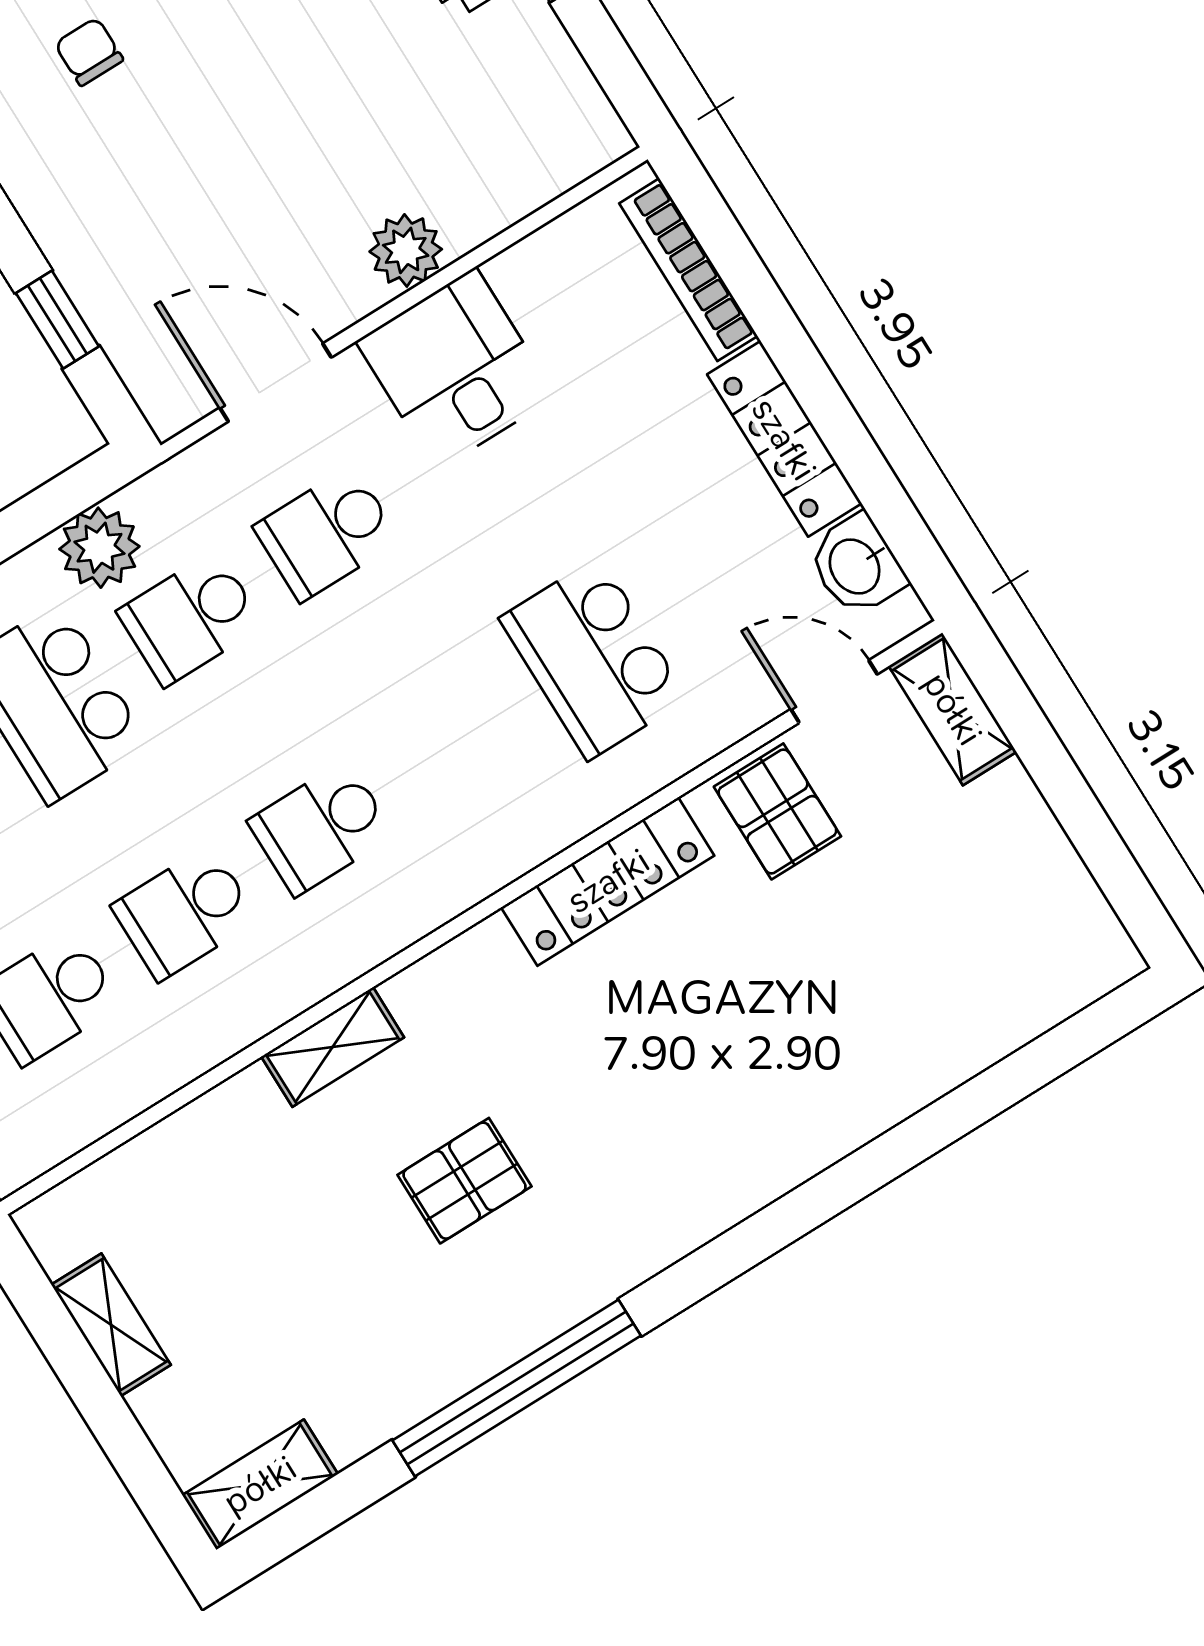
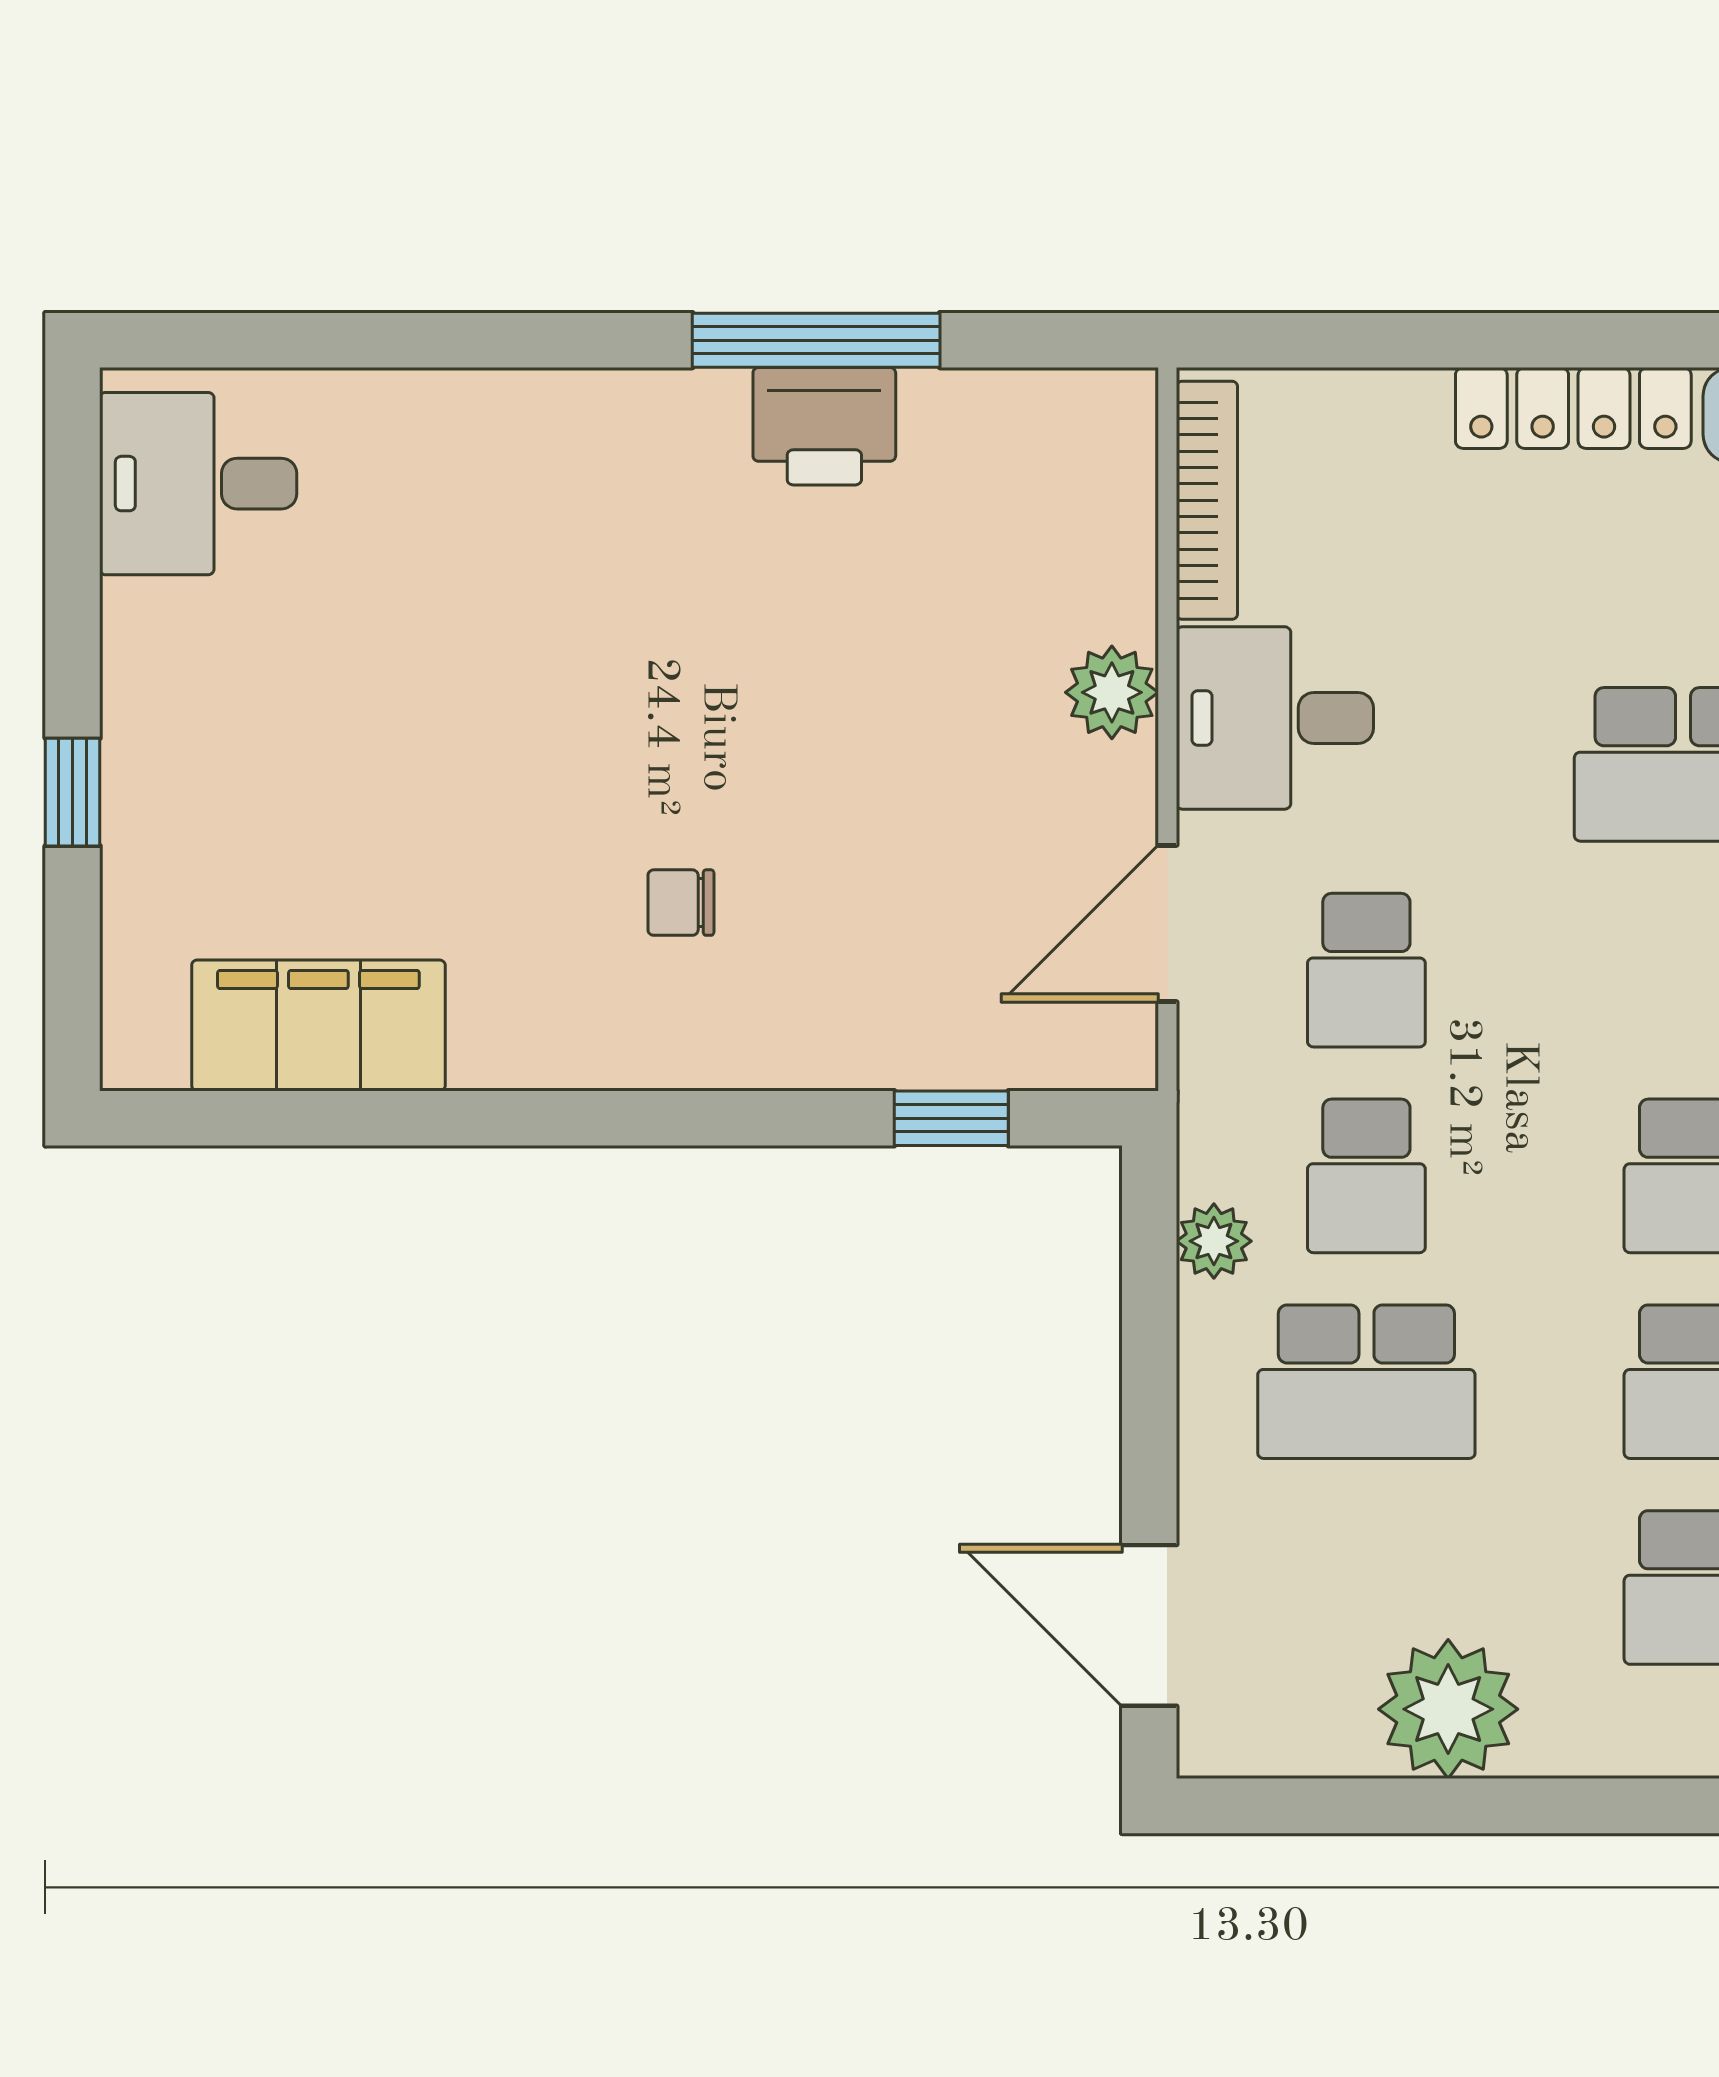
bookcase: (688, 270) -> (1207, 500), moved, turned -90
plant: (99, 548) -> (1214, 1241), width x0.73, depth x0.73

